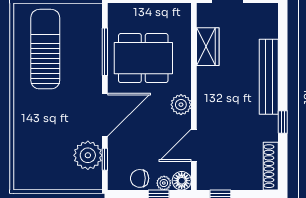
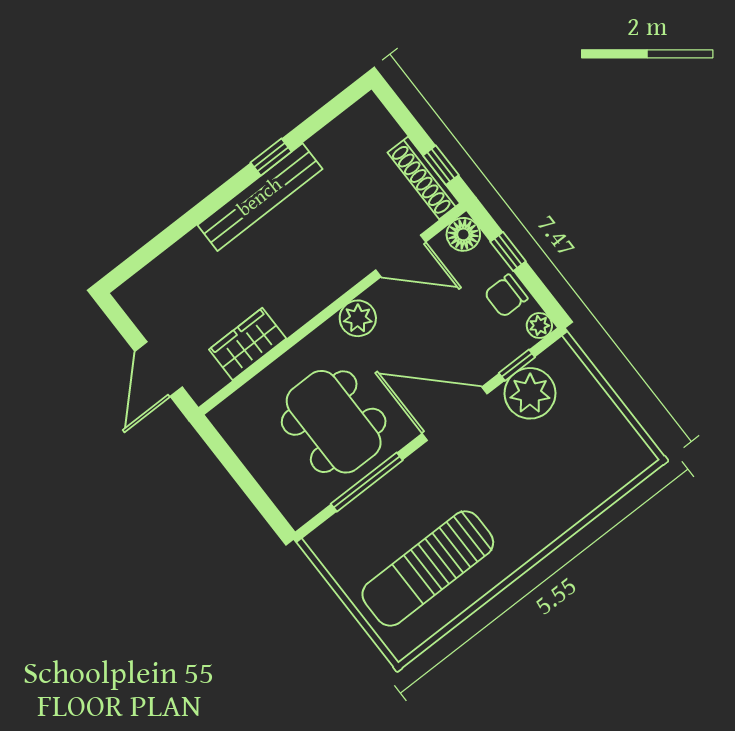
bench: (269, 77) -> (260, 197), moved
shoe rack: (271, 166) -> (424, 178), moved, turned 90
chair: (140, 178) -> (506, 296), turned 90
plant: (164, 183) -> (539, 325), moved

